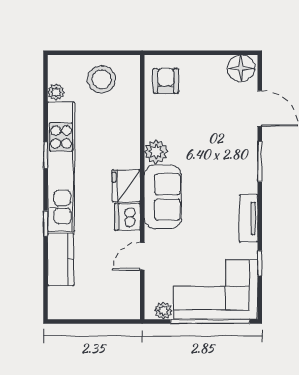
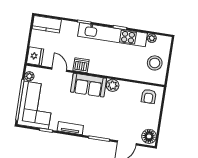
armchair: (166, 81) -> (149, 96), turned 90
fridge: (126, 186) -> (35, 56), moved, turned 90
kitchen counter: (61, 259) -> (47, 24), moved

